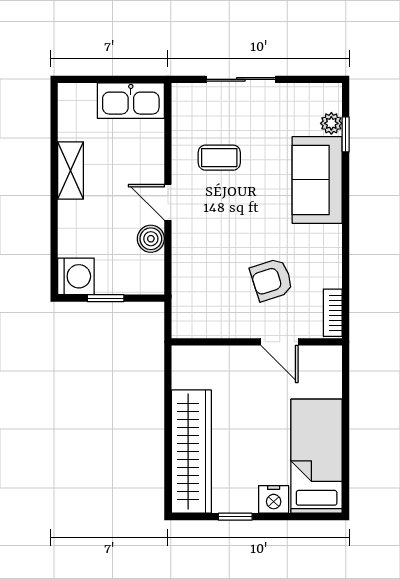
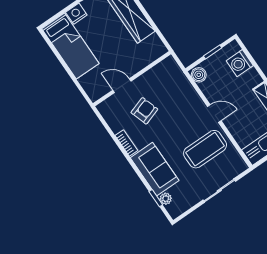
coffee table: (219, 158) -> (205, 149), width x1.86, depth x1.72
boiler: (151, 239) -> (199, 75), moved
washing machine: (76, 276) -> (240, 63), moved
bookcase: (333, 313) -> (126, 143), moved

